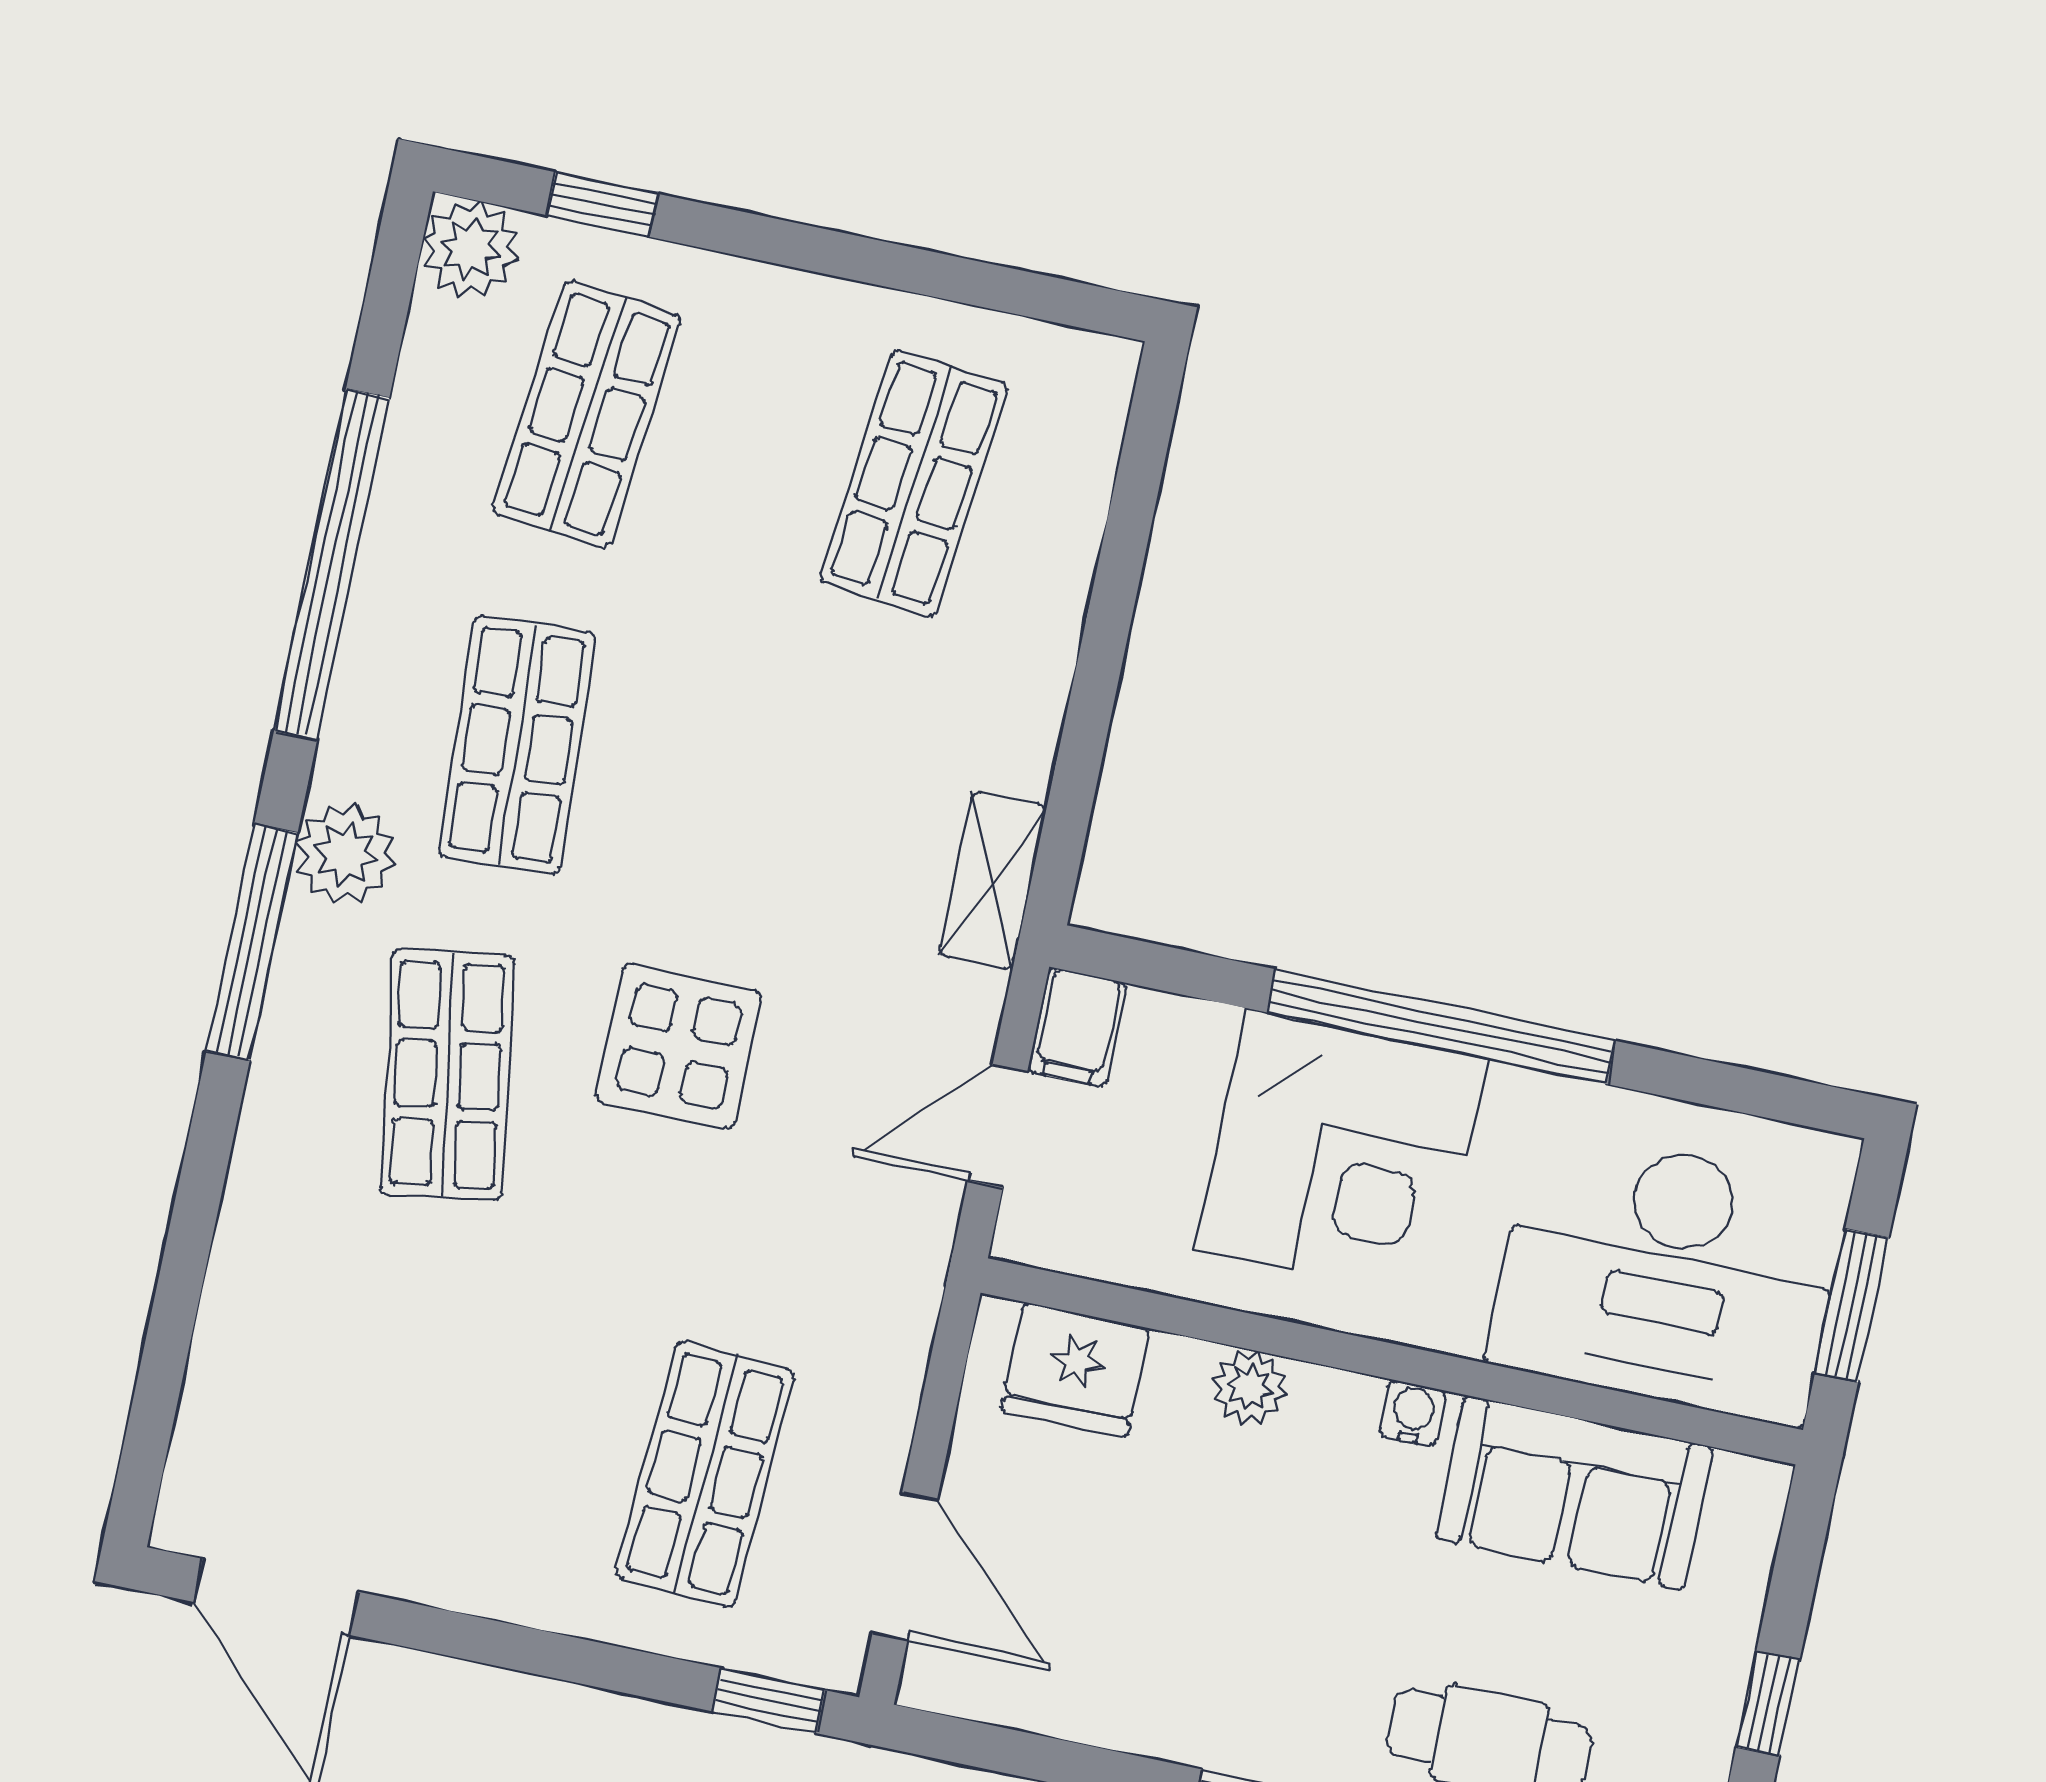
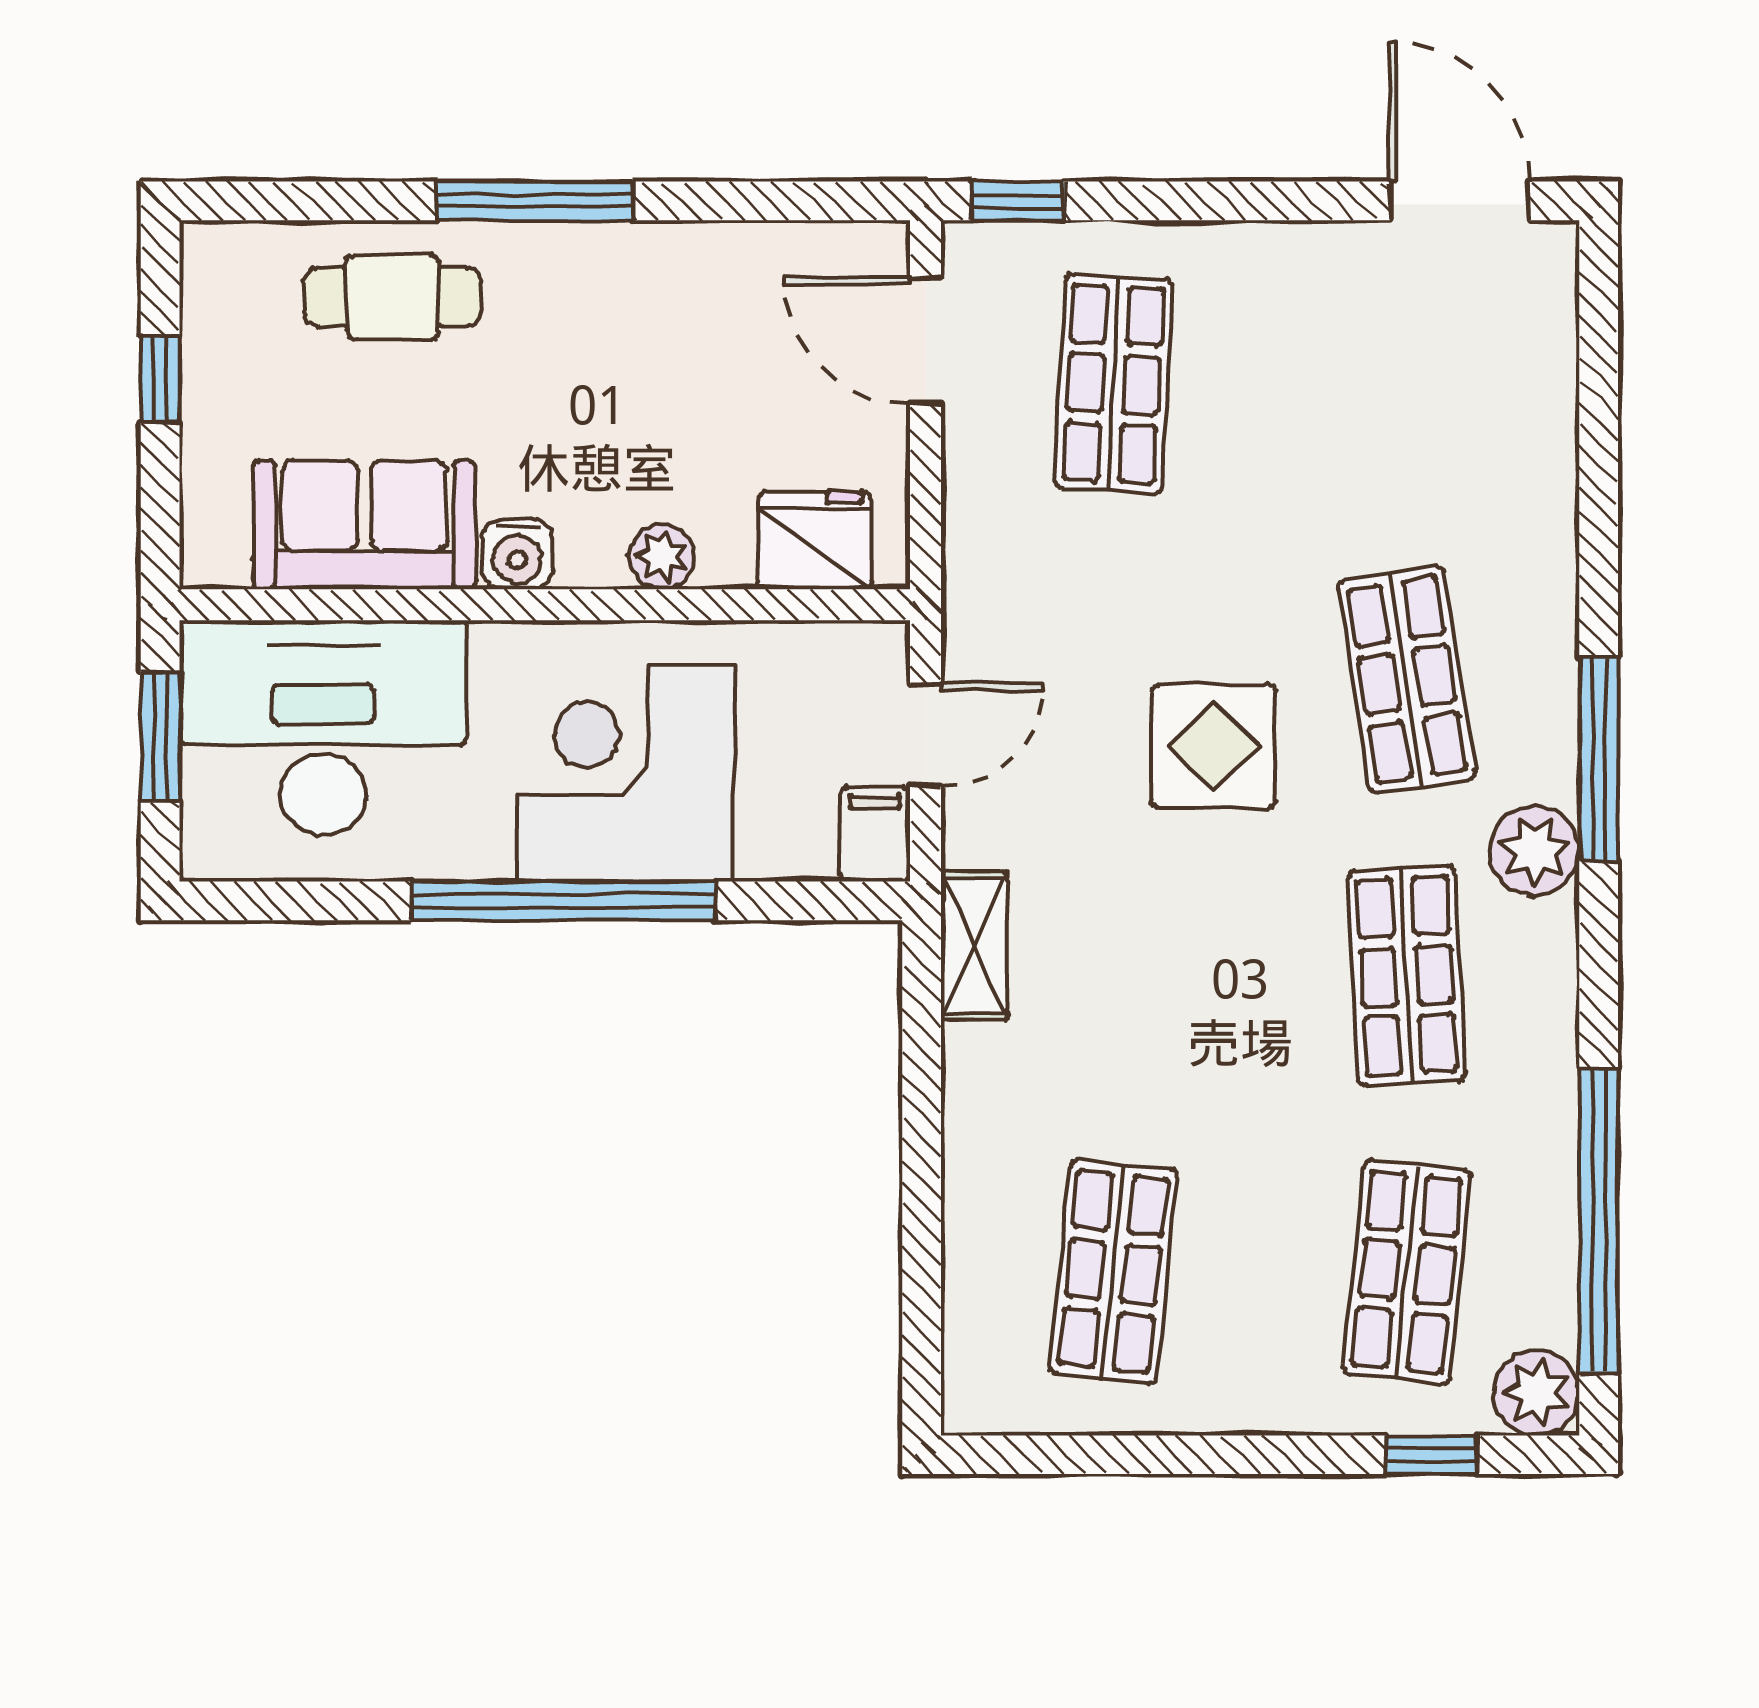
window: (332, 564) -> (1599, 1221), moved
water cooler: (1413, 1414) -> (517, 554), width x1.38, depth x1.38

